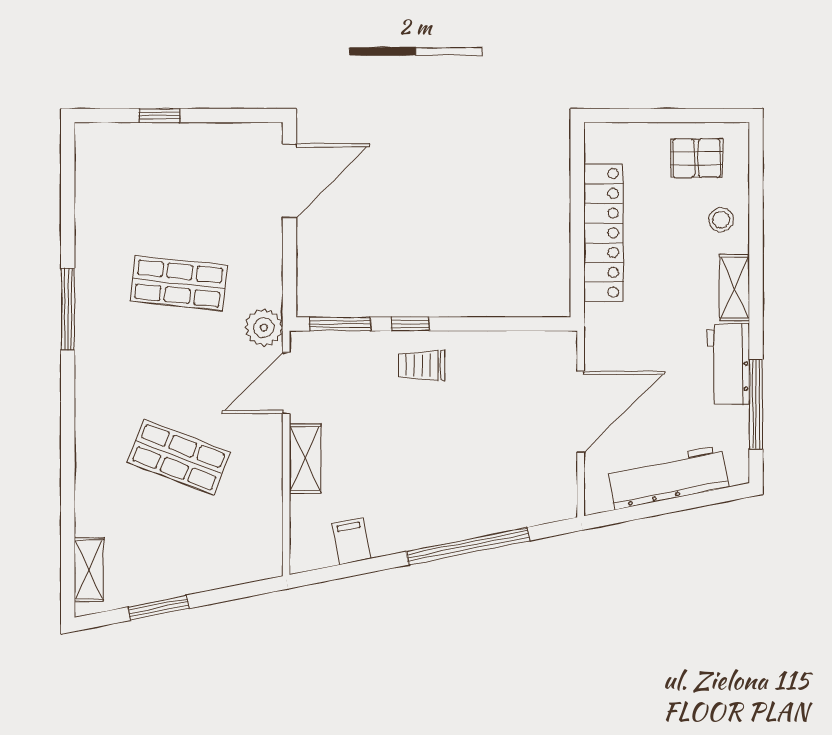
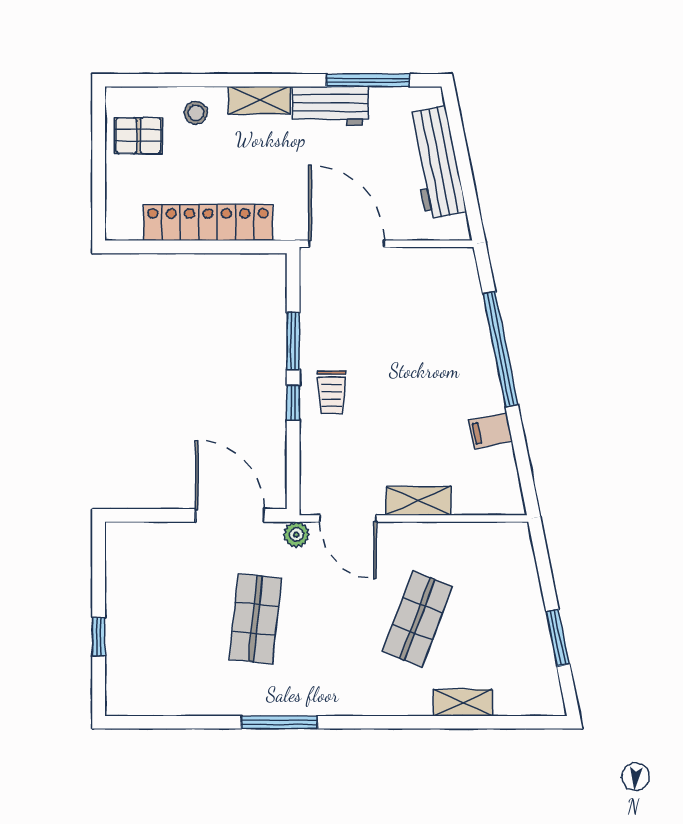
pallet: (697, 158) -> (138, 136), turned 90
door: (289, 181) -> (230, 515), moved
window: (340, 324) -> (293, 341), moved
plant: (264, 327) -> (296, 535), width x0.73, depth x0.73
door: (581, 412) -> (347, 244), moved
filing cabinet: (351, 541) -> (490, 431), moved
shelving: (89, 570) -> (463, 703), moved

